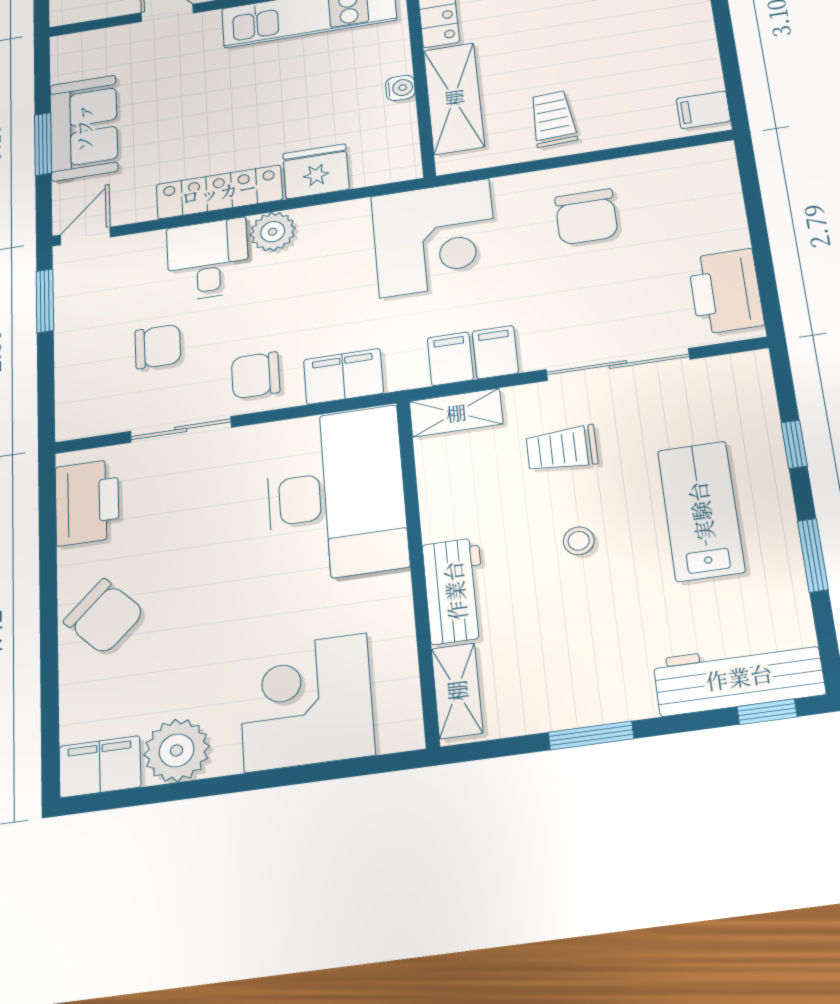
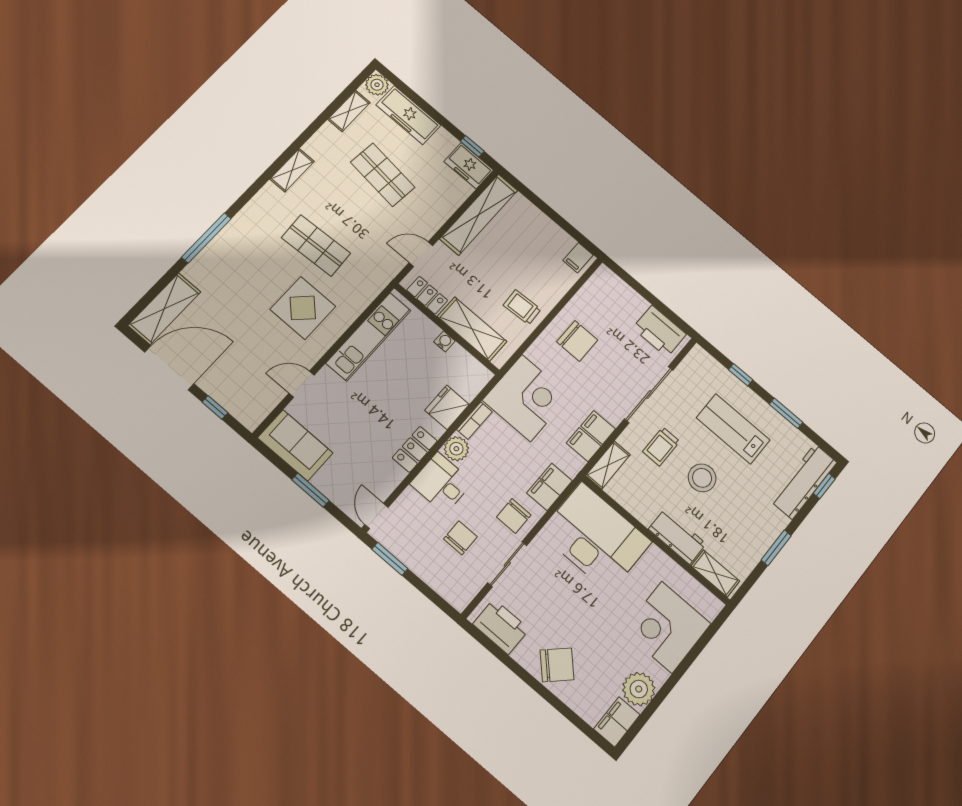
sofa: (84, 128) -> (295, 445), moved
locker: (219, 192) -> (415, 449), width x0.66
bookcase: (334, 215) -> (474, 421), added
stool: (579, 541) -> (702, 478), width x1.89, depth x1.89

